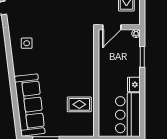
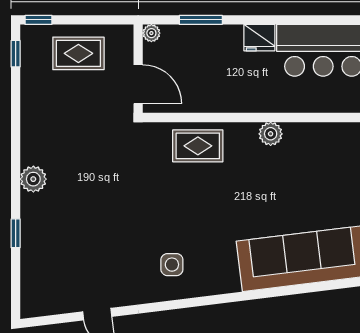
plant: (88, 90) -> (271, 134), added
rug: (79, 104) -> (198, 146), moved, turned 90

